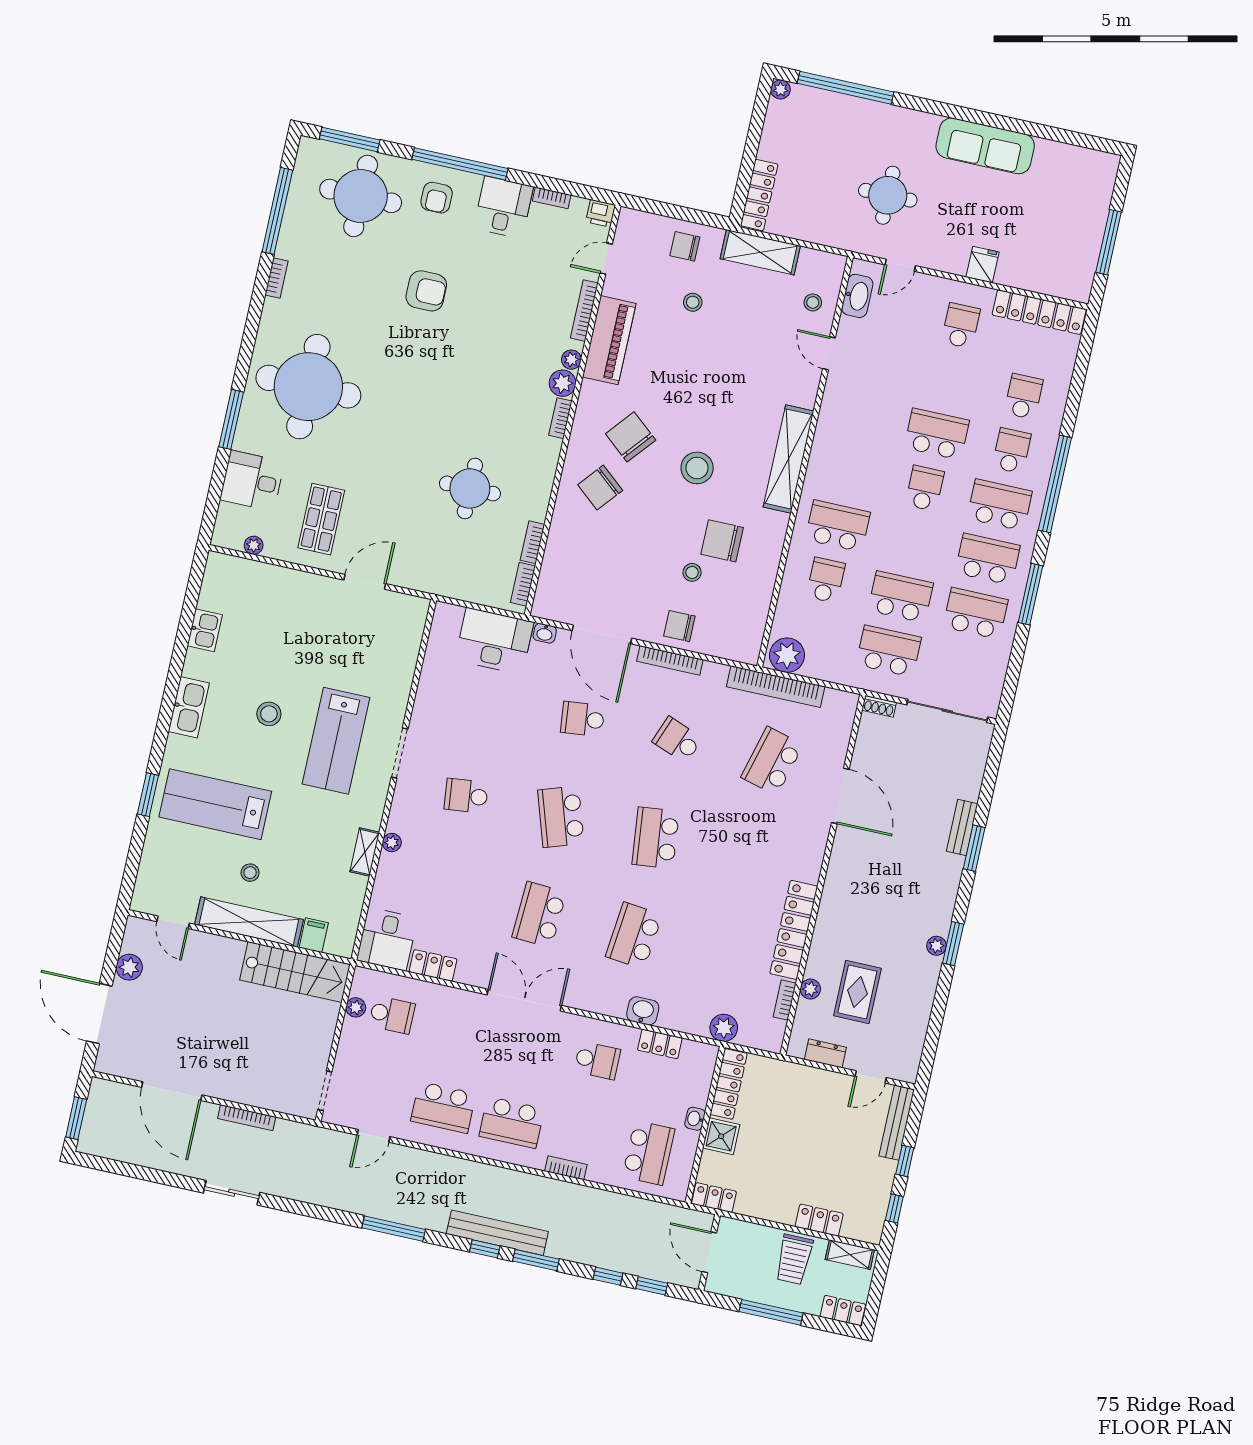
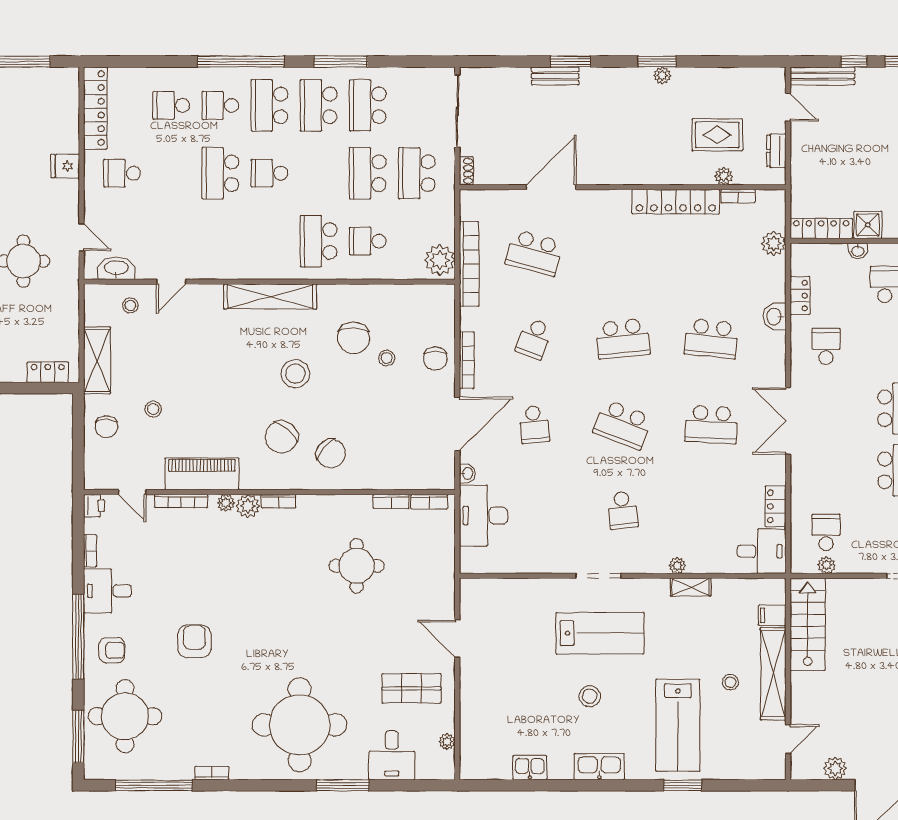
locker: (759, 195) -> (48, 372), width x0.66
school desk: (561, 817) -> (623, 424), turned 39

